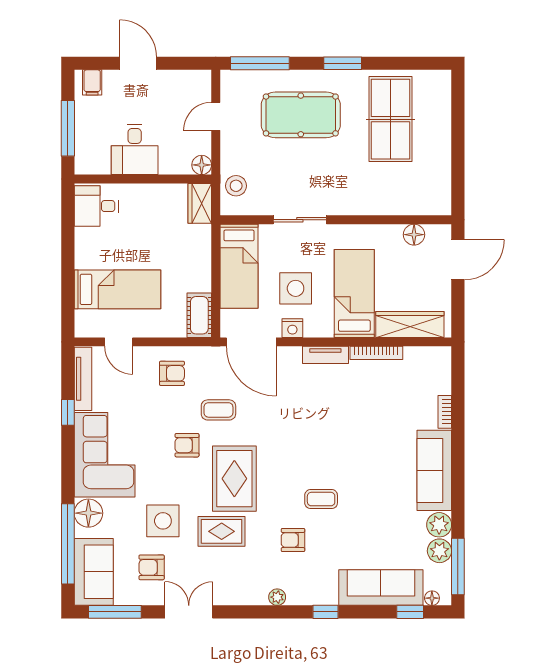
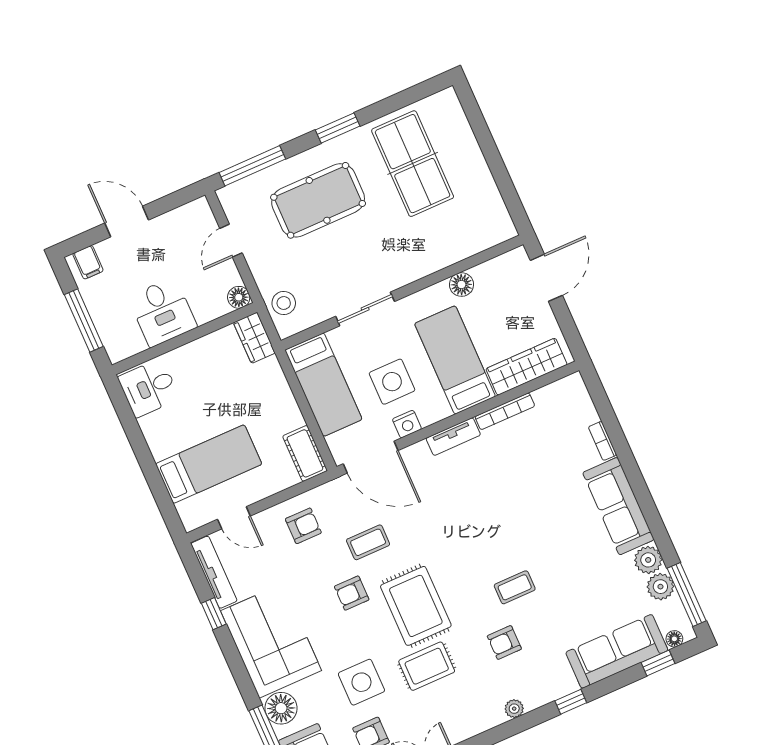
floor lamp: (414, 235) -> (461, 285), moved

